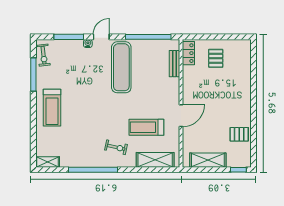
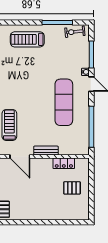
locker: (188, 53) -> (64, 163), moved
bench: (175, 64) -> (46, 151), moved
exercise mat: (121, 67) -> (64, 102), turned 90

